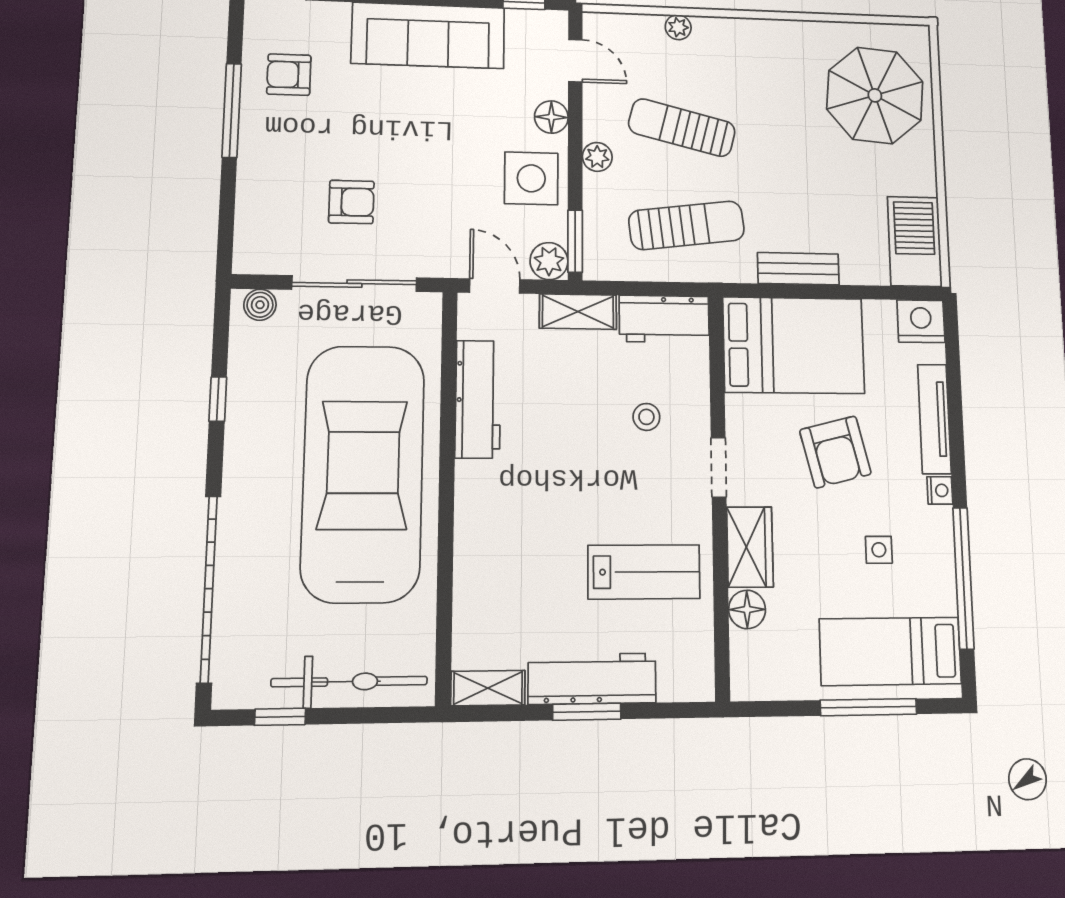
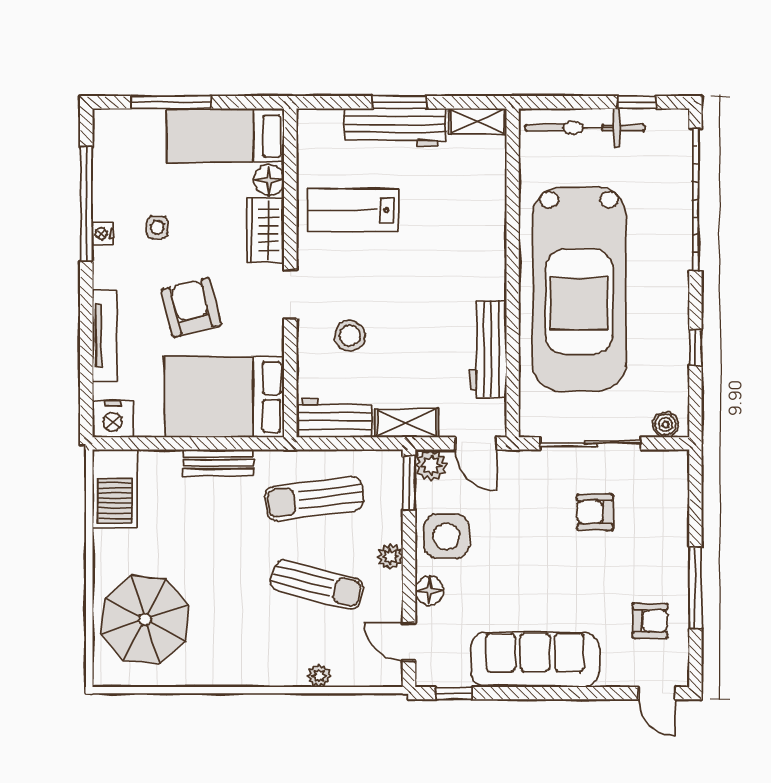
stool: (646, 417) -> (350, 336), width x1.37, depth x1.37
nightstand: (940, 490) -> (103, 233), moved
bed: (890, 651) -> (226, 136), moved, turned 180

